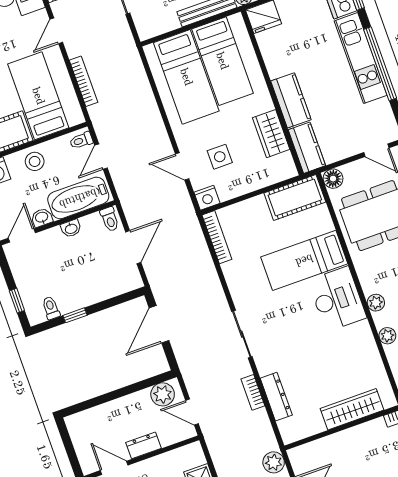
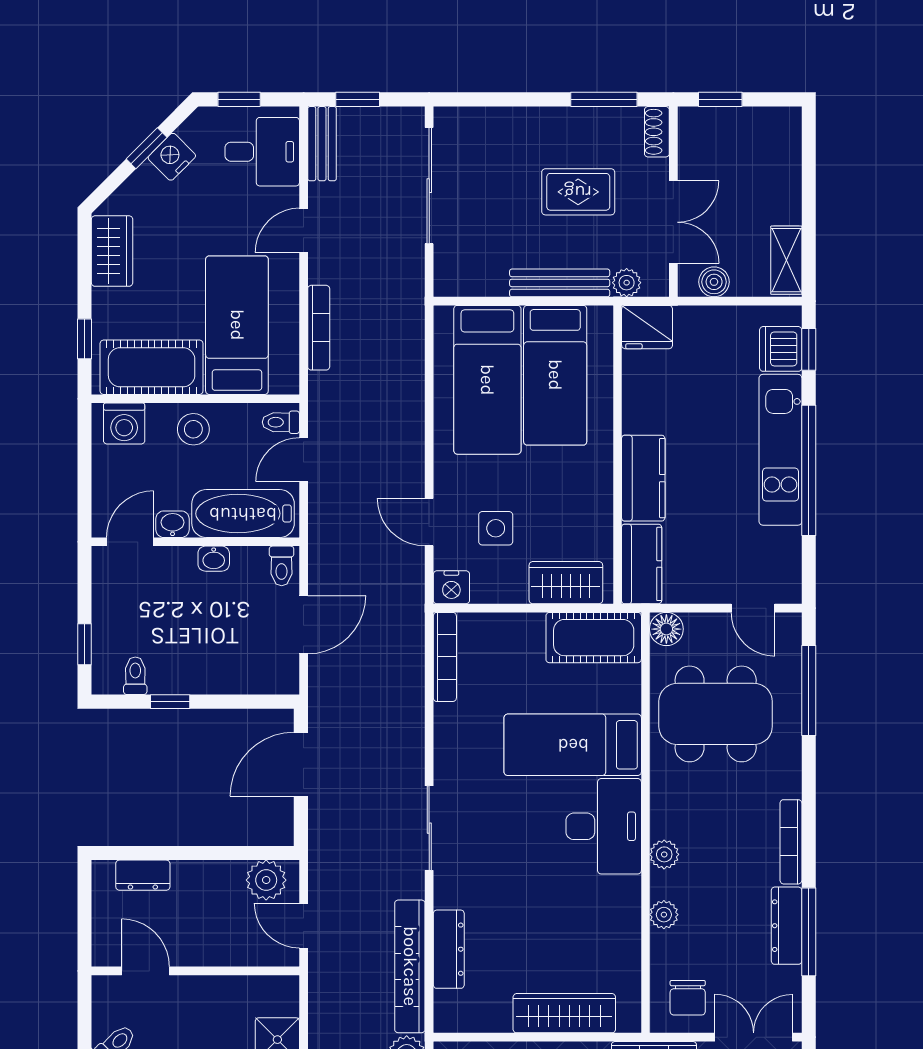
wardrobe: (271, 134) -> (566, 583), moved, turned 90
bookcase: (253, 392) -> (410, 966), width x2.31, depth x1.31
dresser: (143, 445) -> (143, 875), moved, turned 180

